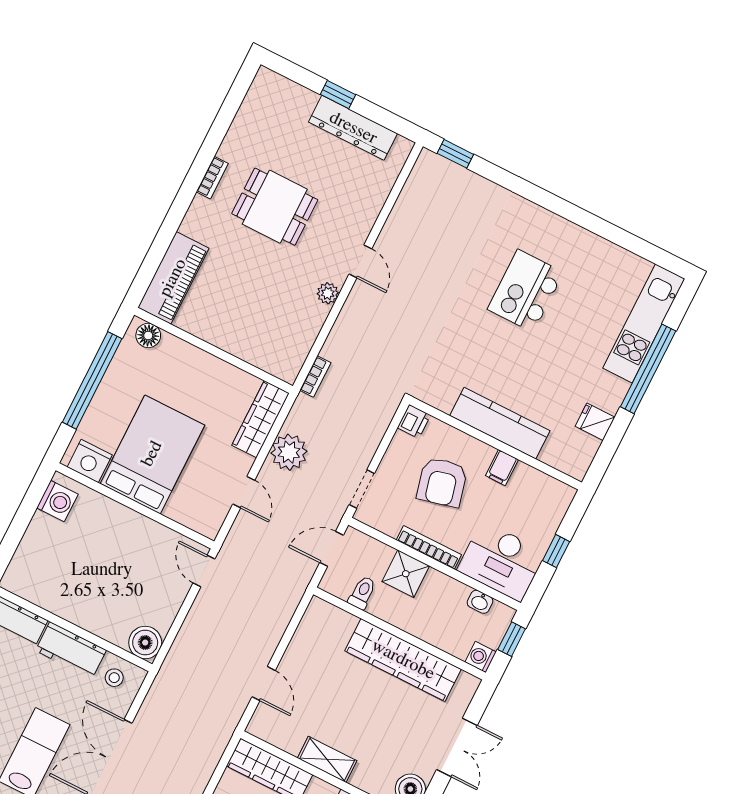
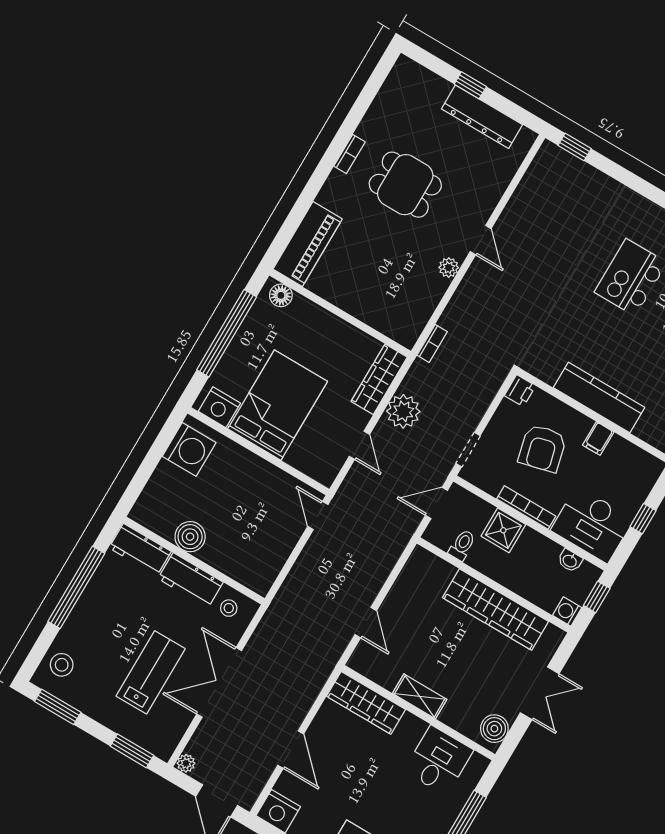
washing machine: (57, 501) -> (189, 449), width x1.37, depth x1.37
boiler: (145, 642) -> (190, 537), moved

